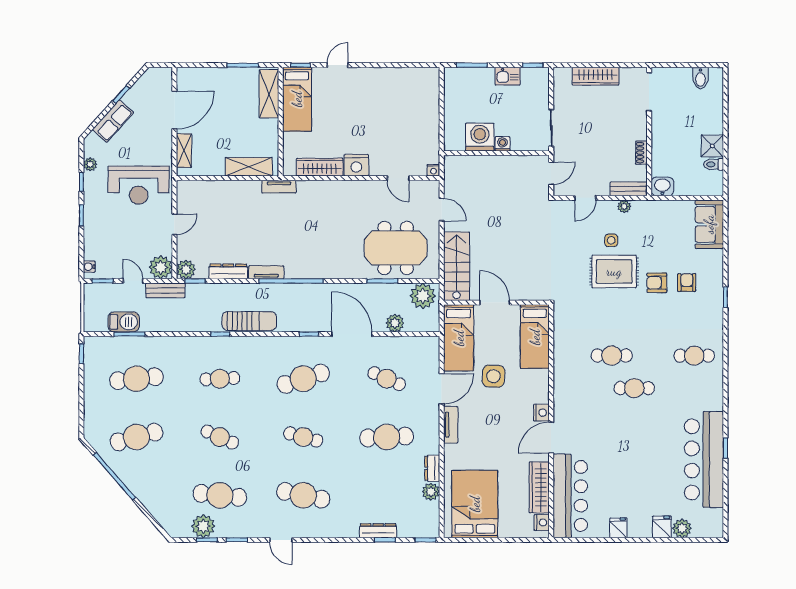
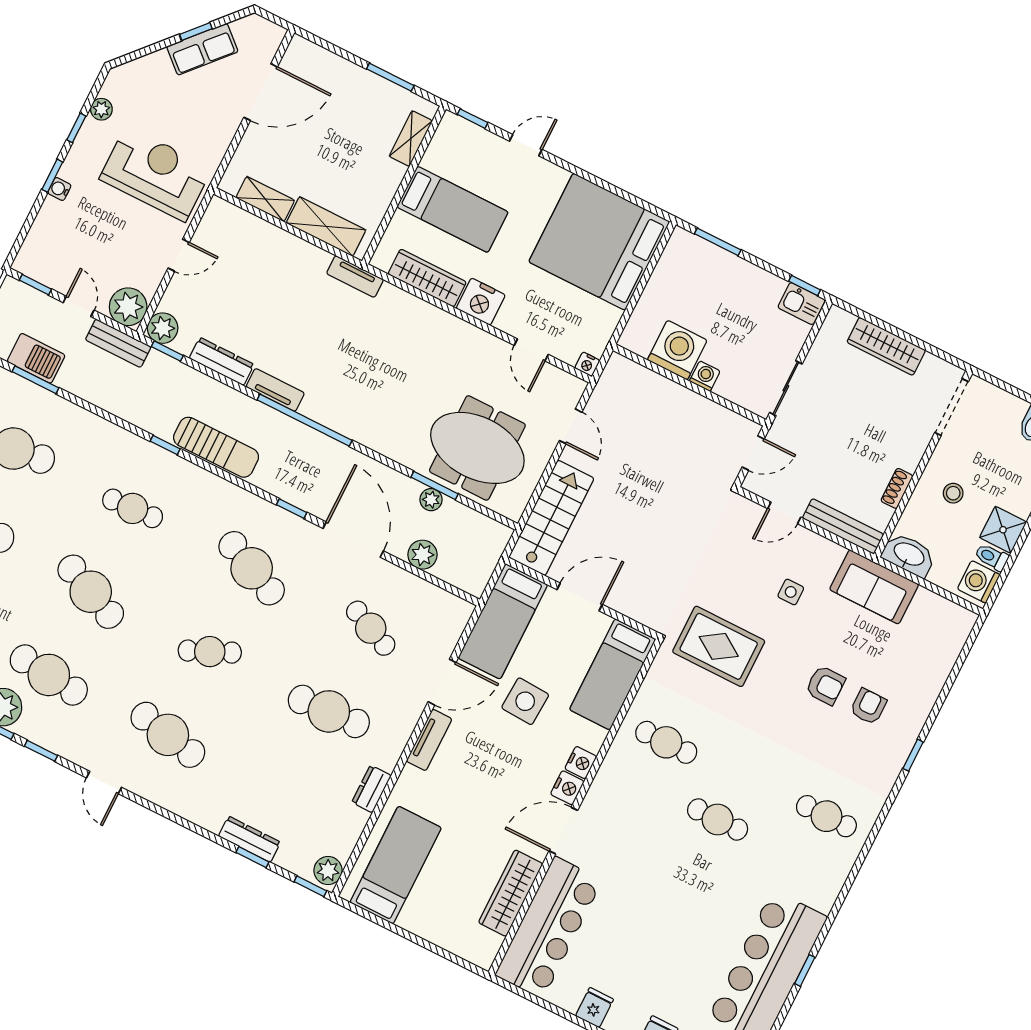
kitchen sink: (508, 76) -> (801, 304), moved
shelving: (269, 94) -> (411, 139), width x0.67, depth x0.75
bed: (406, 98) -> (599, 242), added
bed: (297, 99) -> (453, 209), moved, turned -90
row of seats: (113, 121) -> (202, 49), moved
stool: (674, 139) -> (953, 493), added
shelving: (184, 151) -> (265, 199), moved, turned 90
washing machine: (713, 182) -> (979, 582), added
reception desk: (139, 185) -> (156, 174), turned 180
washbasin: (662, 186) -> (909, 555), width x1.38
bench: (629, 189) -> (843, 526), width x1.36
plant: (624, 206) -> (834, 553), removed
sofa: (709, 224) -> (874, 587), moved, turned -90
water cooler: (89, 267) -> (59, 189), moved
rug: (614, 271) -> (719, 646), moved
armchair: (657, 283) -> (825, 685), turned 180
plant: (423, 296) -> (431, 500), moved, width x0.53, depth x0.53
door: (495, 303) -> (580, 597), hinge flipped
cafe table: (612, 356) -> (666, 742), moved
cafe table: (303, 379) -> (252, 568), turned 42
cafe table: (220, 437) -> (91, 592), width x1.37, depth x1.35
cafe table: (303, 437) -> (210, 652), turned -39
plant: (431, 492) -> (328, 870), moved
bed: (475, 504) -> (396, 865), width x0.67
nightstand: (542, 522) -> (581, 763), moved

